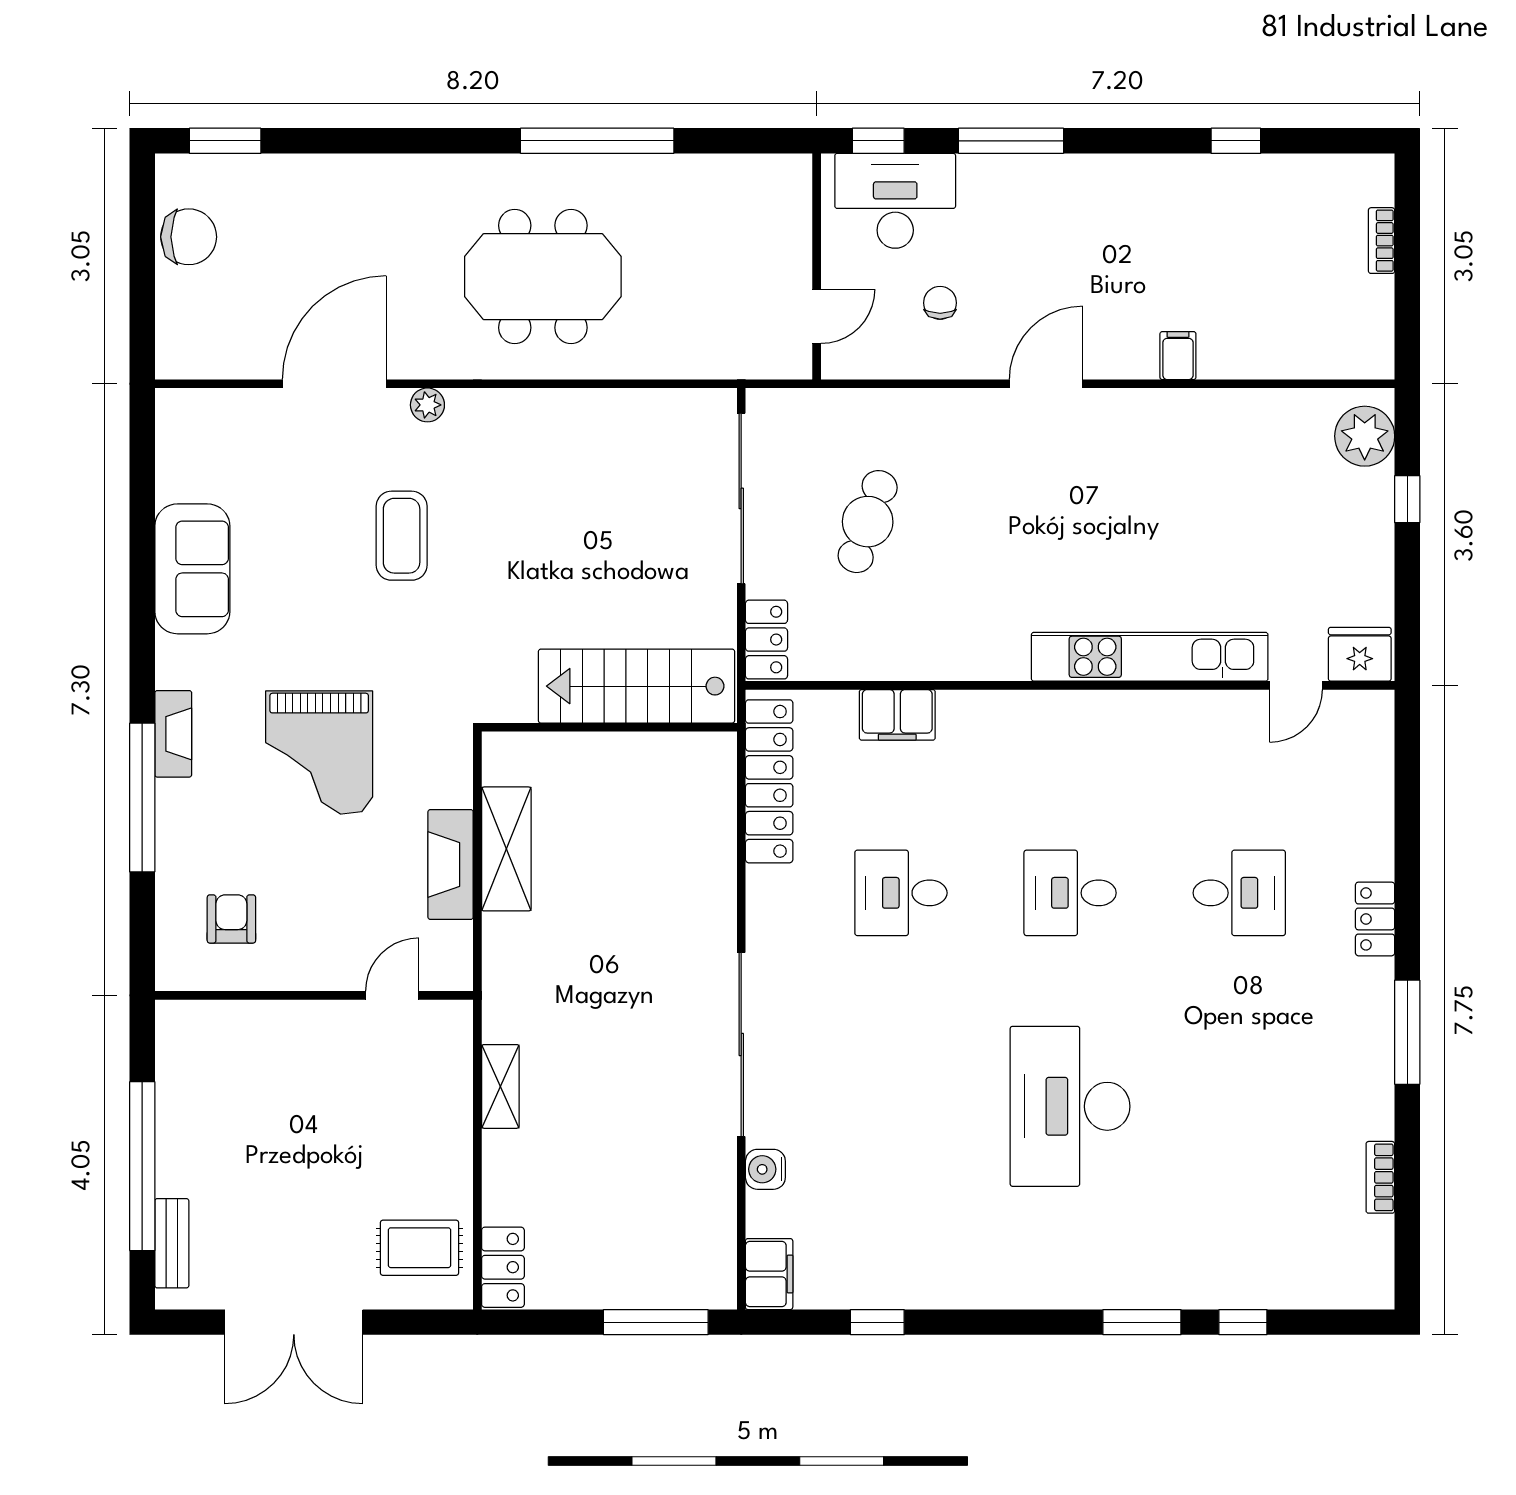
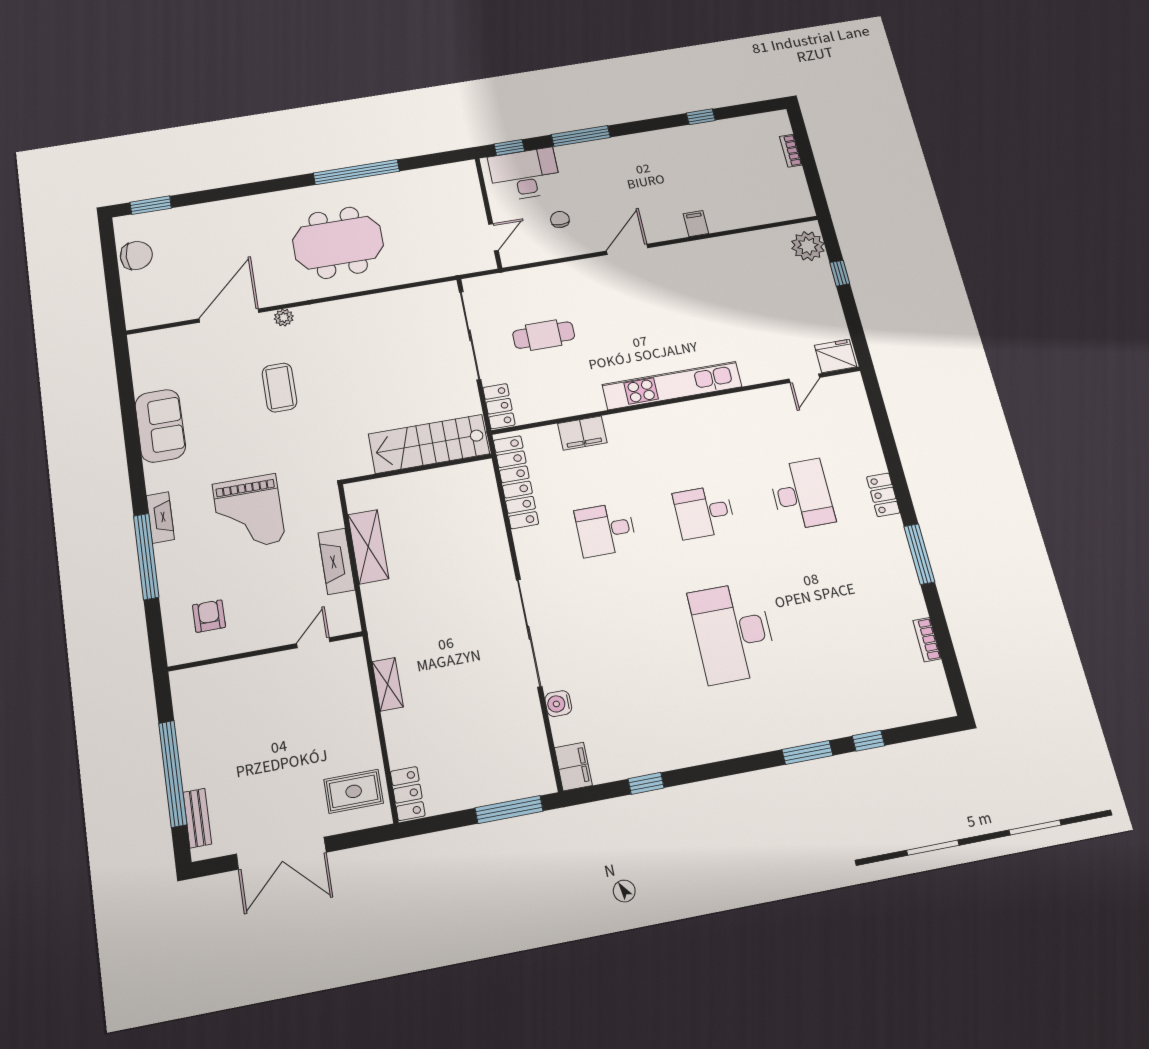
cafe table: (868, 522) -> (544, 335), turned 71
kitchen unit: (1150, 657) -> (672, 386), moved
desk: (1239, 893) -> (802, 494), width x1.37

